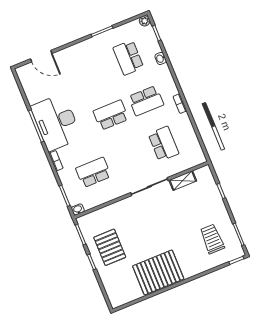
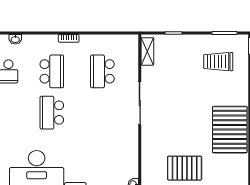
school desk: (164, 144) -> (102, 71), turned -90
school desk: (93, 172) -> (102, 154), removed
shelving: (183, 181) -> (147, 51), moved

